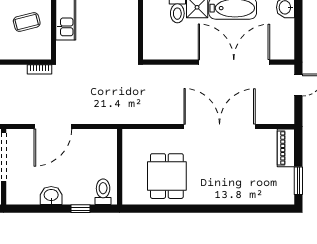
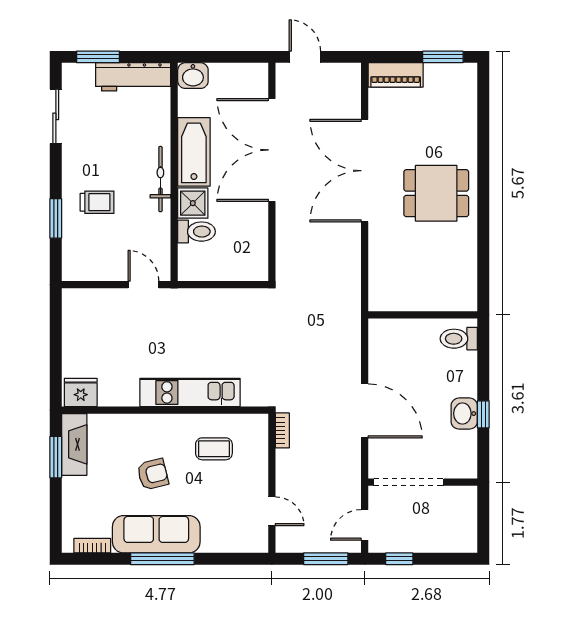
coffee table: (27, 22) -> (214, 449), turned -76
dining table: (167, 176) -> (436, 193), moved
window: (81, 209) -> (483, 414), moved

